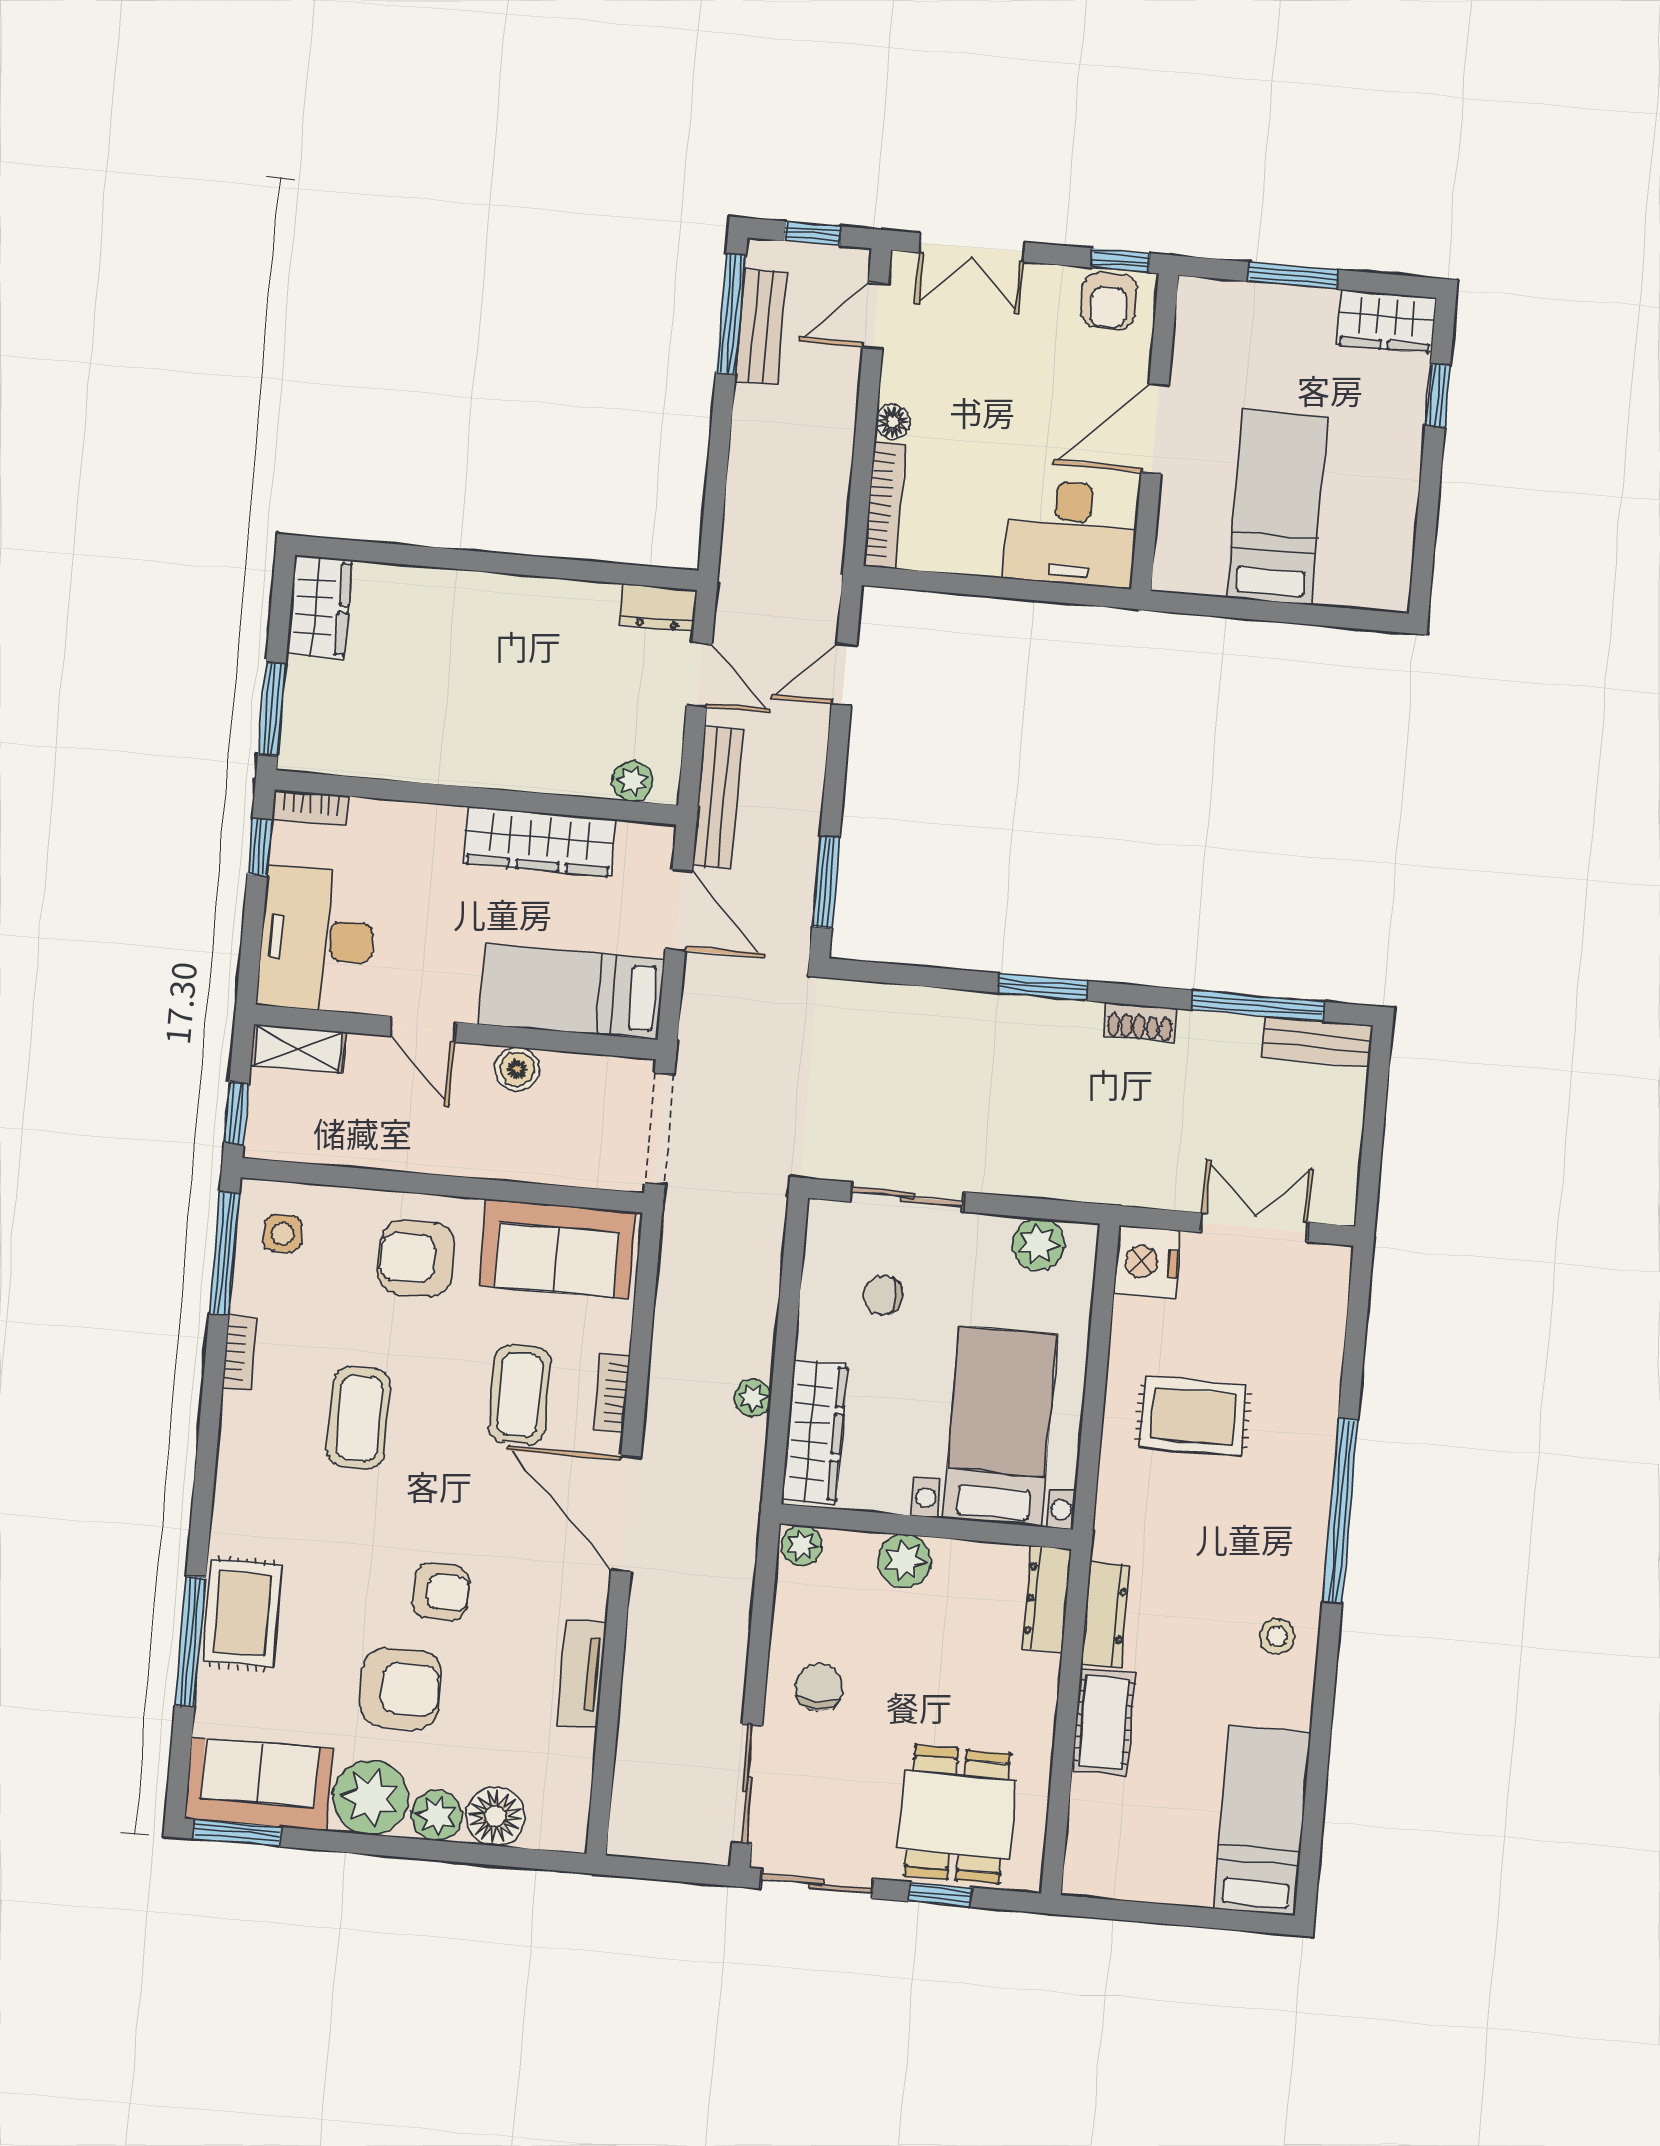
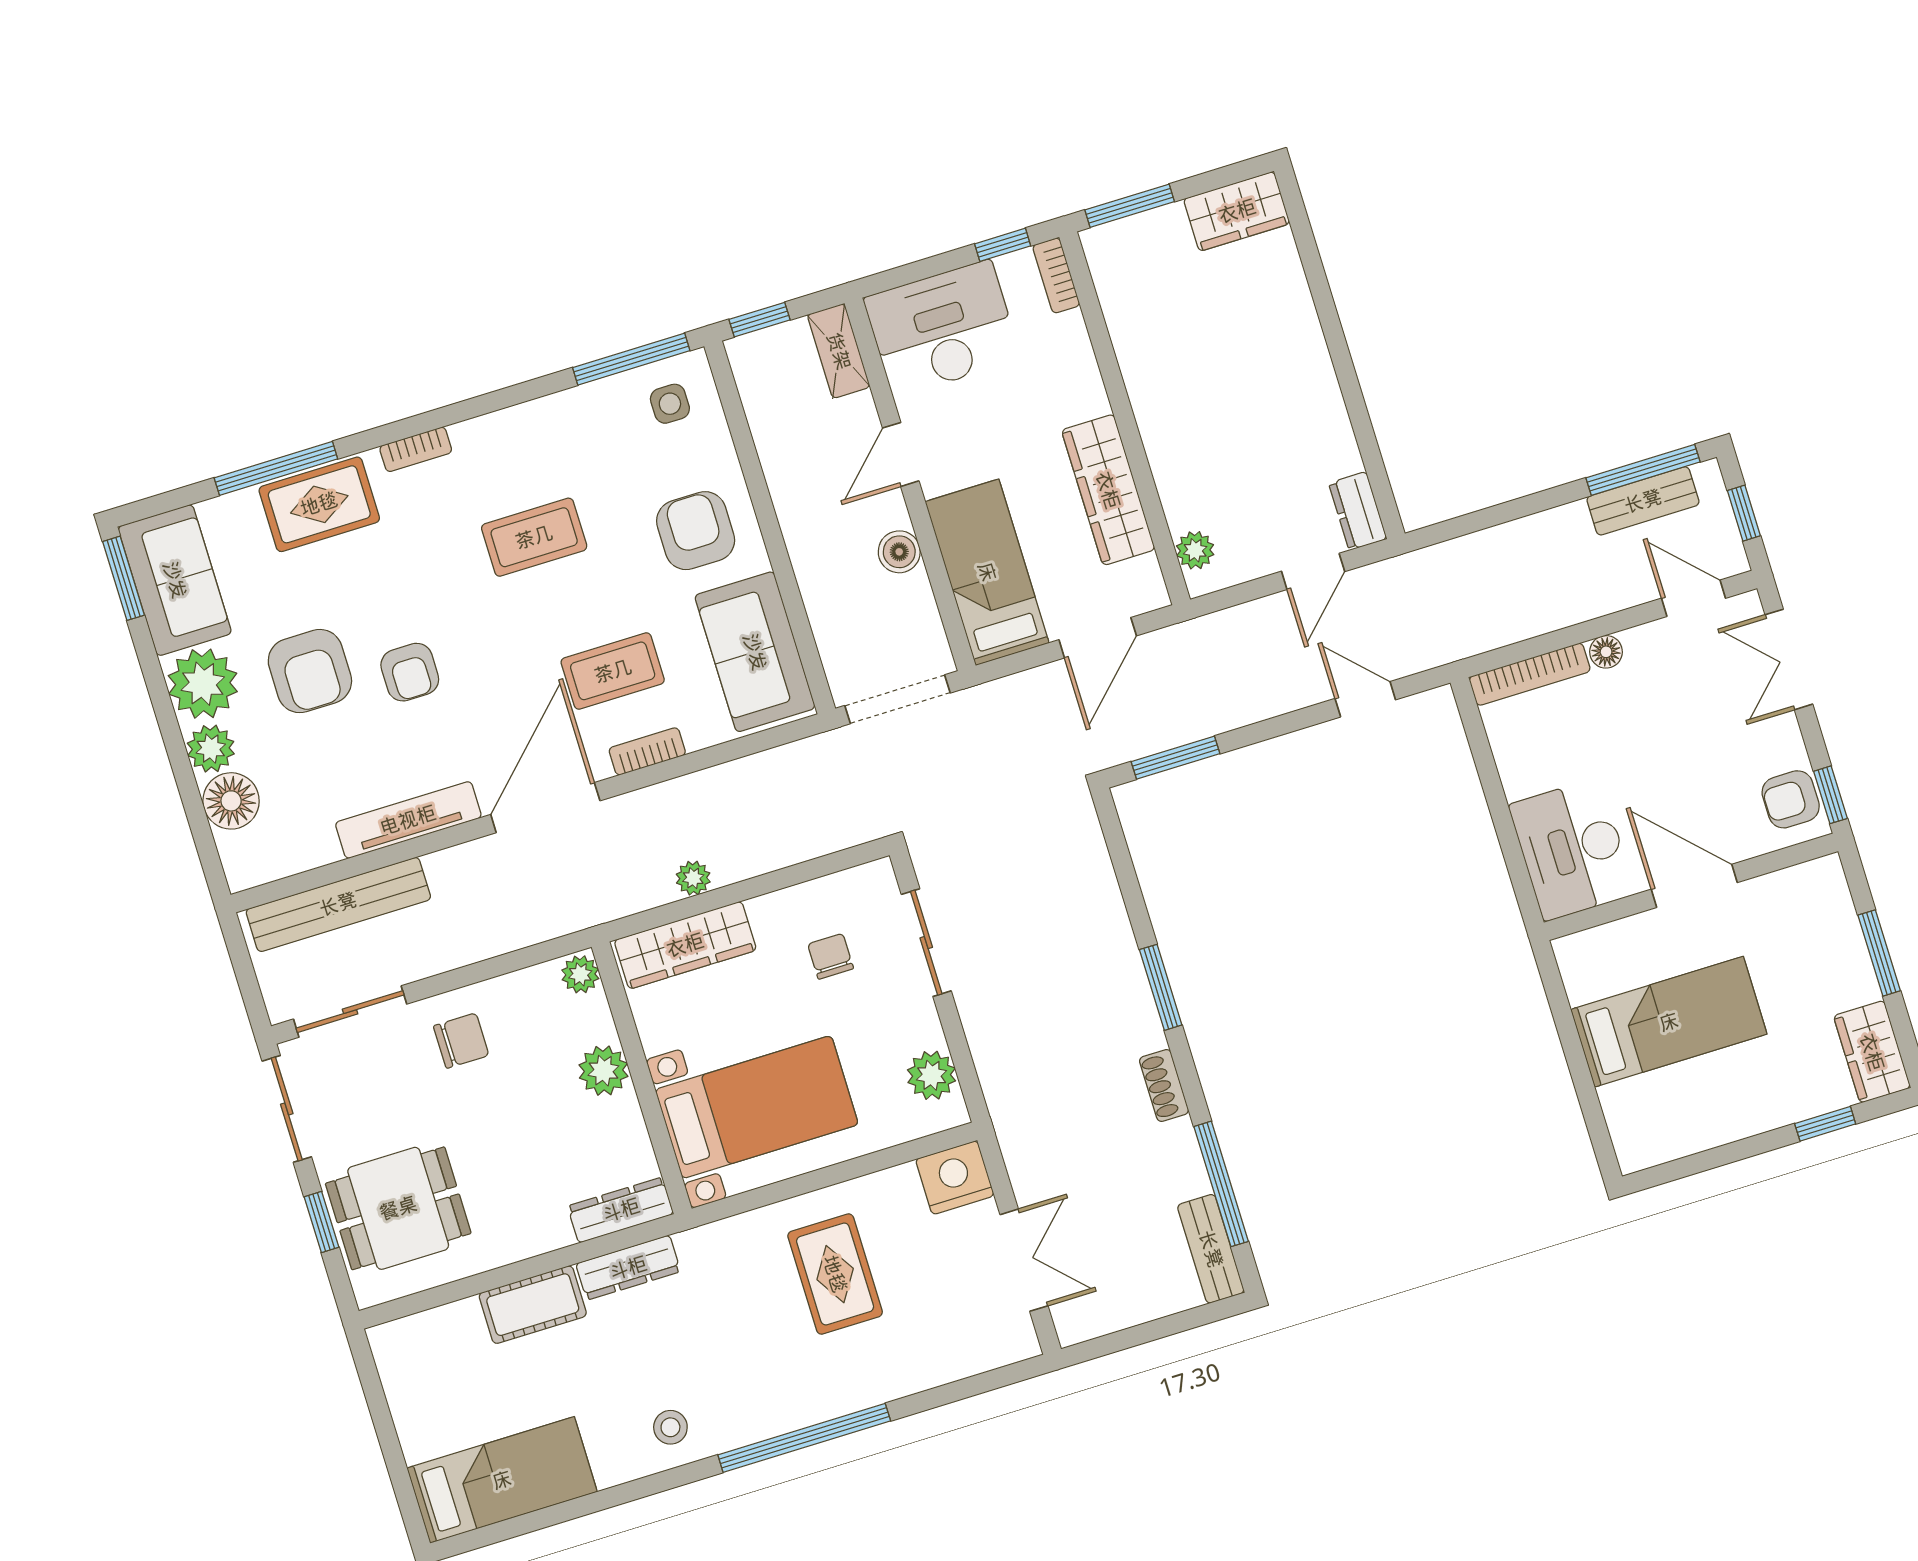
bench: (718, 798) -> (338, 904), moved, width x1.37, depth x1.21
bookcase: (240, 1353) -> (416, 449), moved
tv unit: (582, 1673) -> (408, 820), width x1.41

